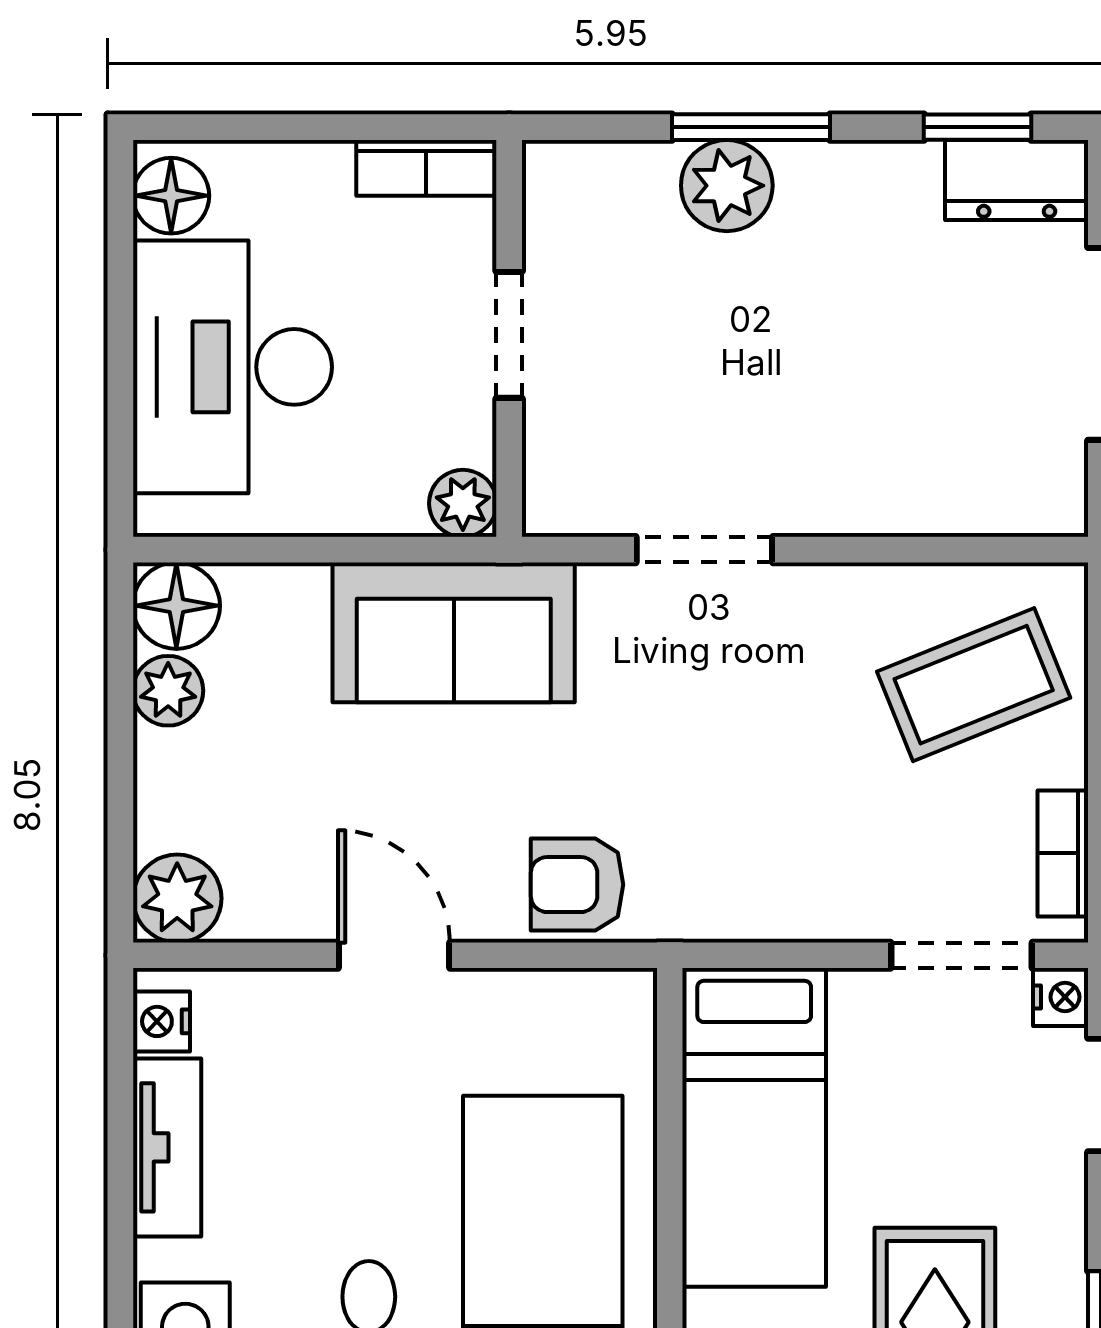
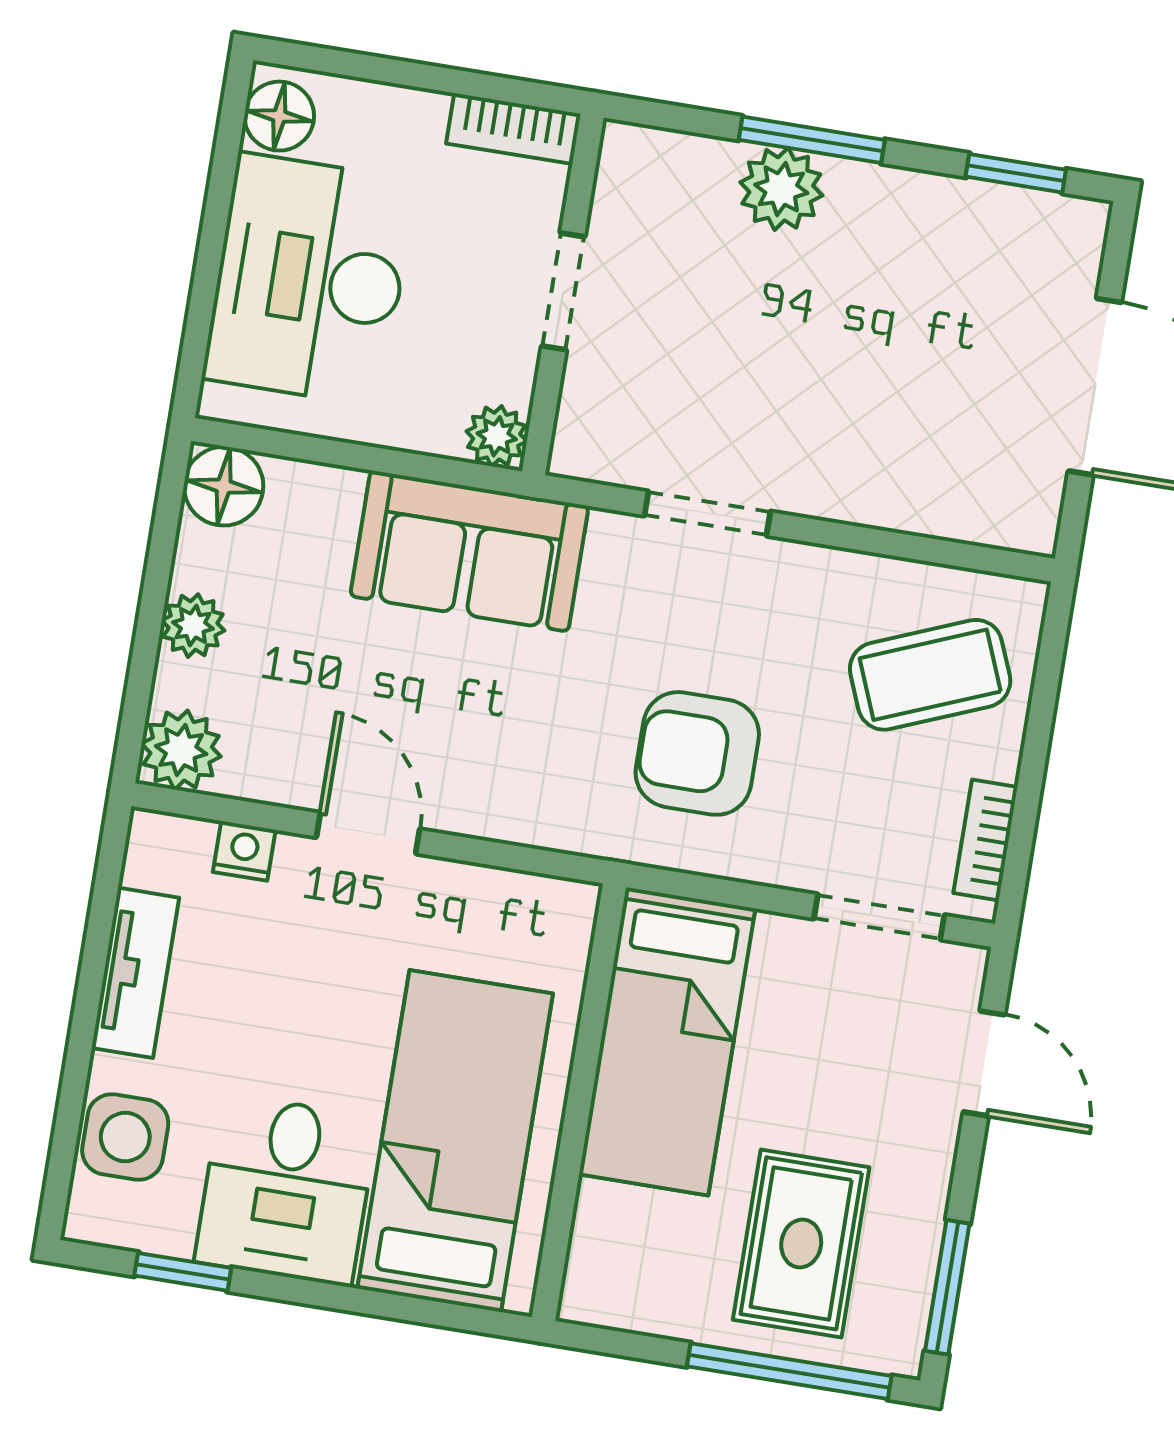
dresser: (1017, 180) -> (1043, 227), removed
plant: (168, 691) -> (193, 626), moved
armchair: (577, 885) -> (697, 753), moved, width x1.38, depth x1.38
nightstand: (1061, 997) -> (962, 969), removed
nightstand: (162, 1021) -> (244, 851), moved, turned 90

